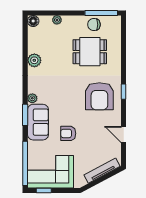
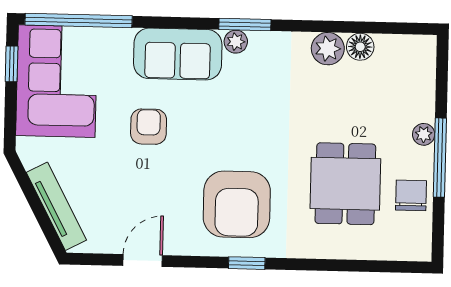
window: (101, 13) -> (440, 158), moved
plant: (57, 20) -> (424, 134), moved
floor lamp: (33, 21) -> (360, 47), moved
armchair: (99, 96) -> (237, 204), turned -90
window: (25, 115) -> (245, 24), moved

